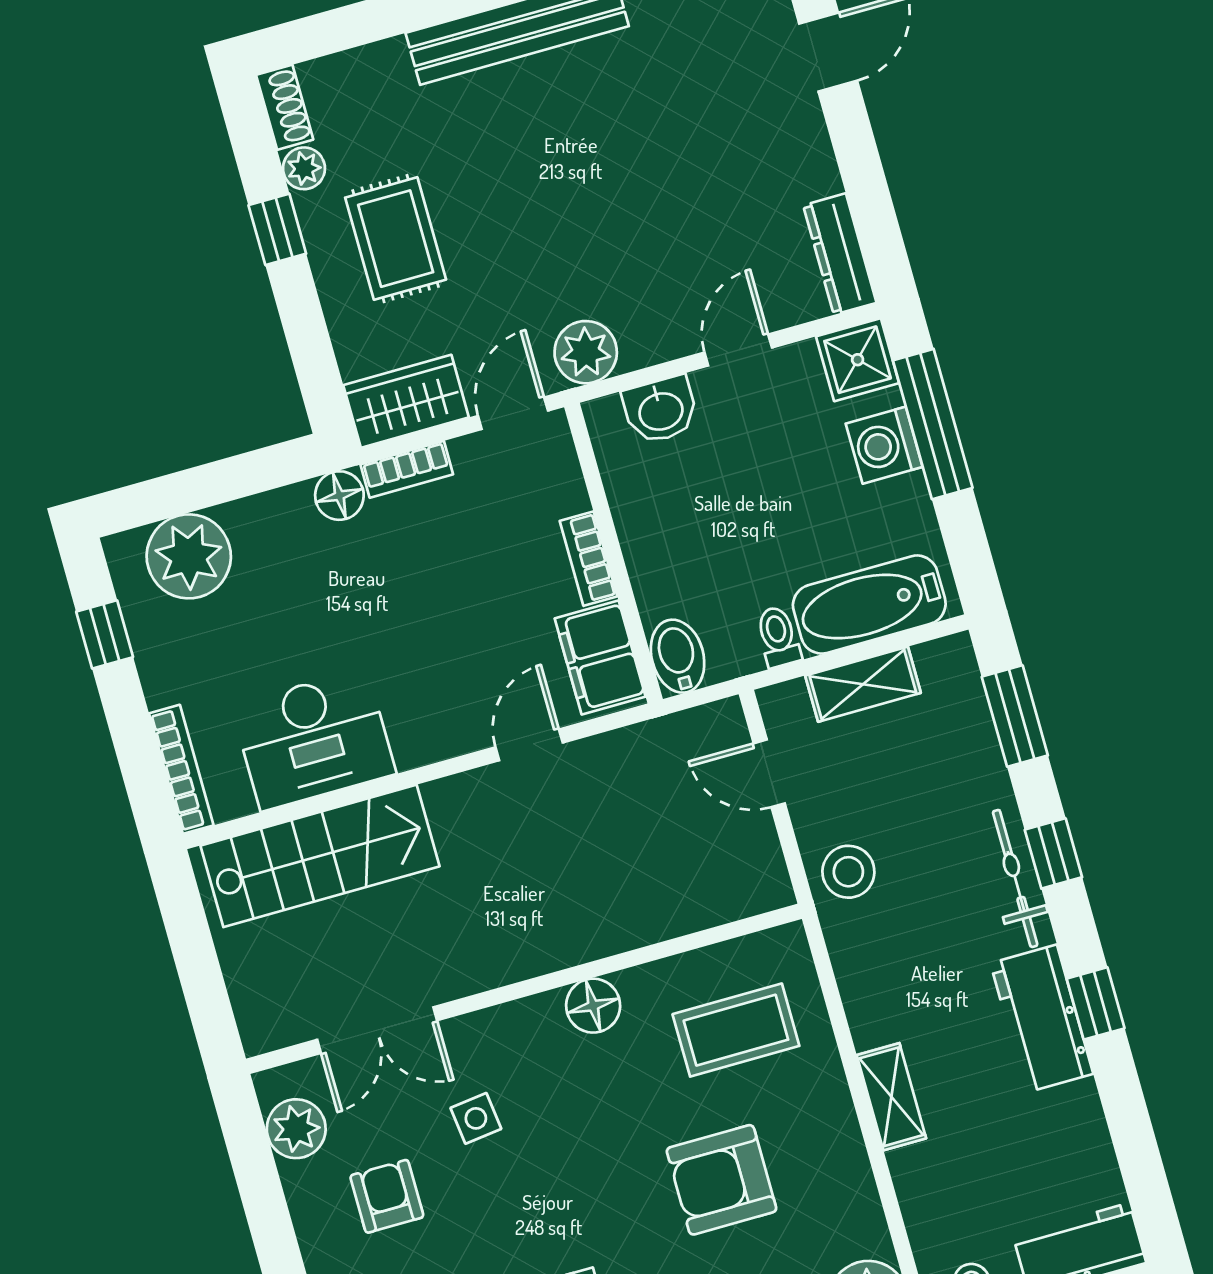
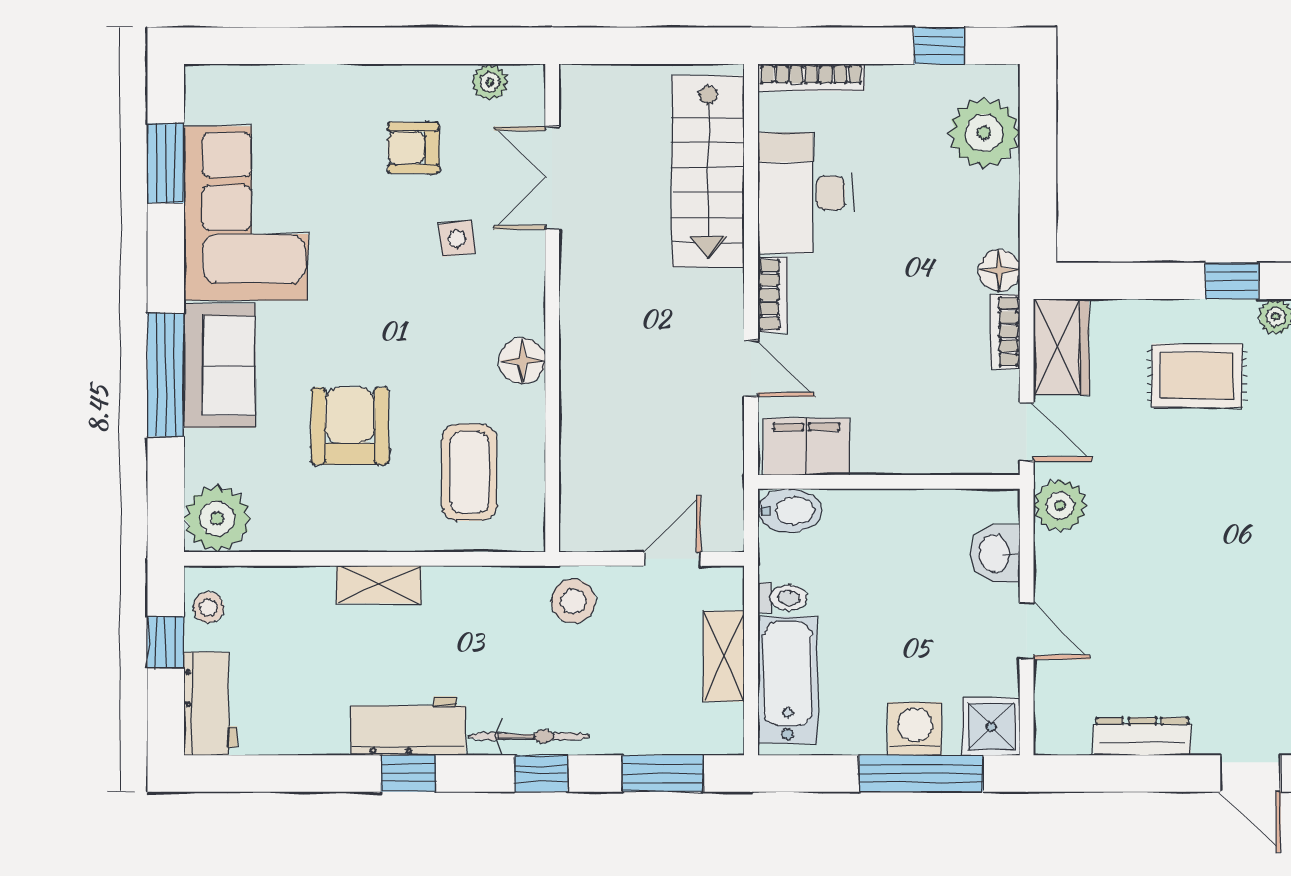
dresser: (840, 254) -> (1142, 736), moved
bookcase: (589, 559) -> (773, 295), moved, turned 90
plant: (296, 1129) -> (490, 82), width x0.73, depth x0.73
armchair: (387, 1196) -> (413, 148), turned 180

